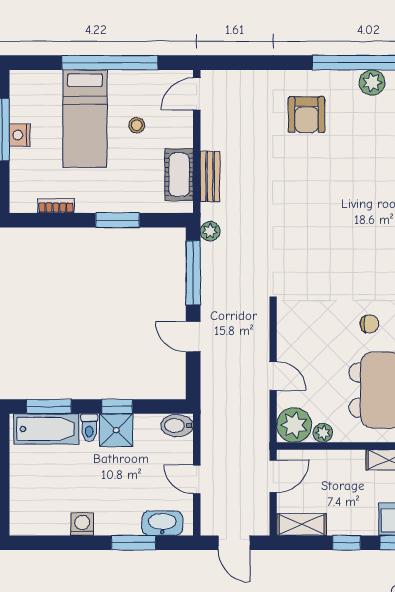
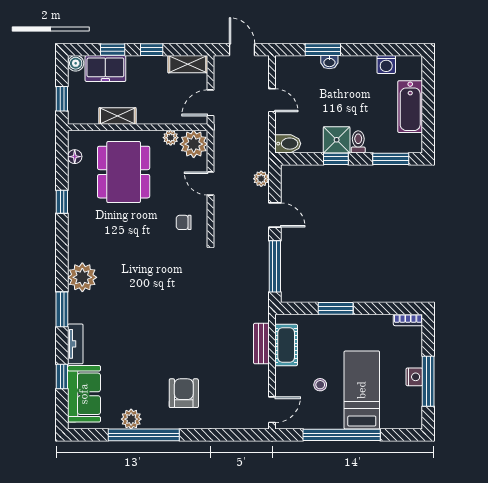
bookcase: (56, 206) -> (408, 320), moved
plant: (210, 231) -> (261, 179), moved
chair: (369, 324) -> (184, 222), moved
bathtub: (46, 429) -> (410, 107), moved, turned -90
washbasin: (162, 523) -> (329, 62), moved, width x0.52, depth x0.69
washing machine: (82, 524) -> (386, 64), moved

